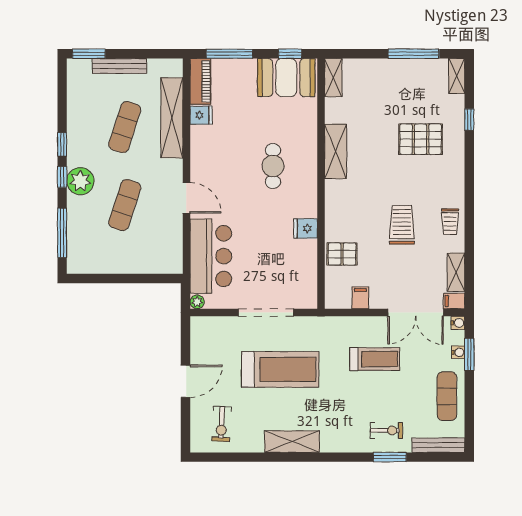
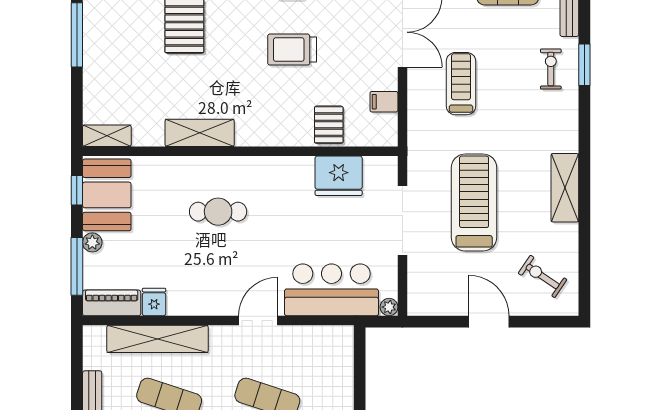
plant: (249, 66) -> (92, 242), added
fridge: (305, 228) -> (339, 176), moved, width x1.88, depth x1.34
exercise bike: (222, 424) -> (543, 276), turned -149

